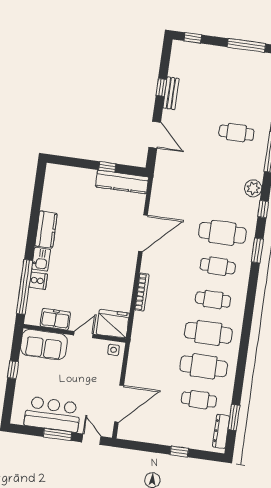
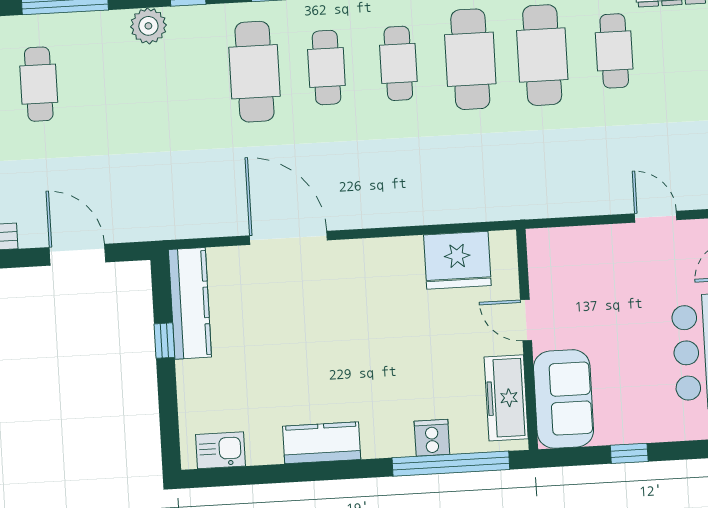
door: (155, 135) -> (77, 255), hinge flipped
kitchen sink: (41, 259) -> (221, 450), moved
bookcase: (142, 292) -> (412, 216), removed
freezer: (55, 319) -> (506, 398), width x1.40
fridge: (113, 324) -> (457, 260), moved, turned -90
side table: (114, 350) -> (546, 251), removed
door: (119, 404) -> (656, 217), width x0.53

